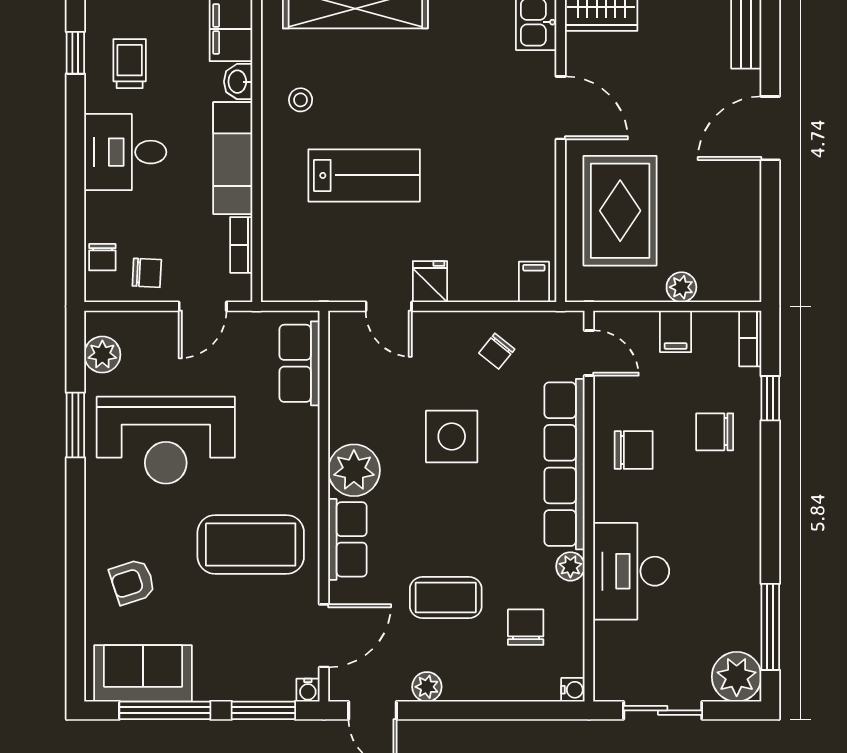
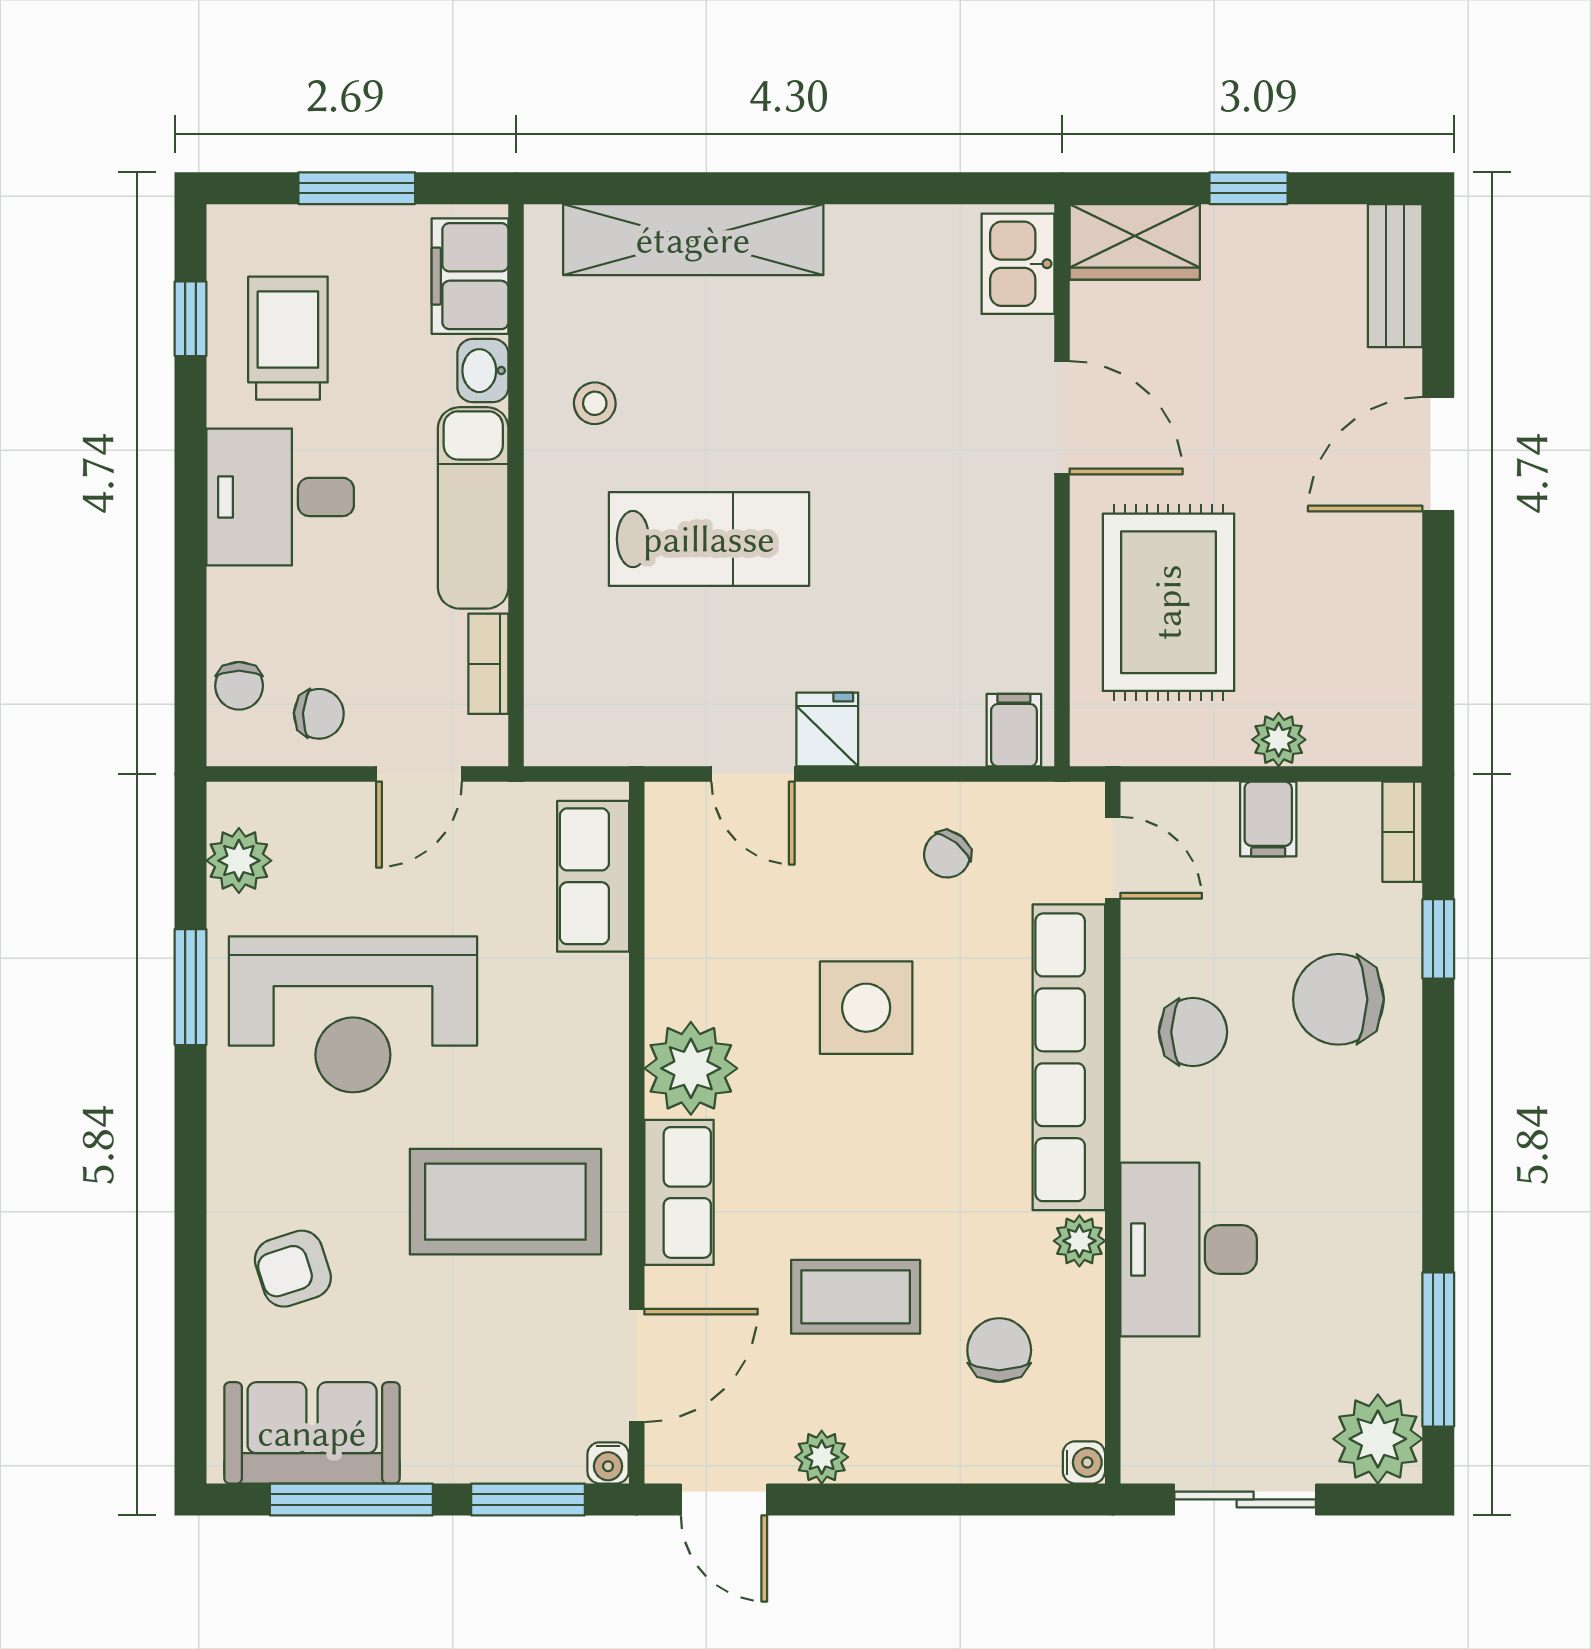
trolley: (130, 64) -> (288, 338), width x1.36, depth x1.39
chair: (715, 432) -> (1338, 999), width x1.37, depth x1.37

